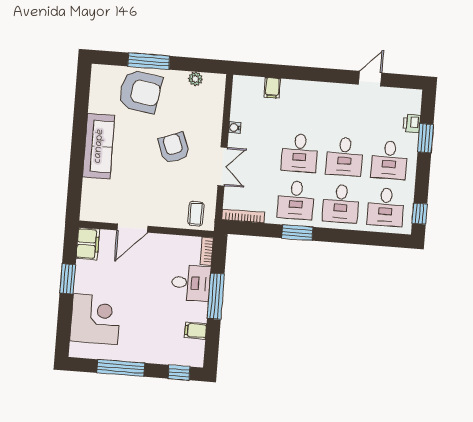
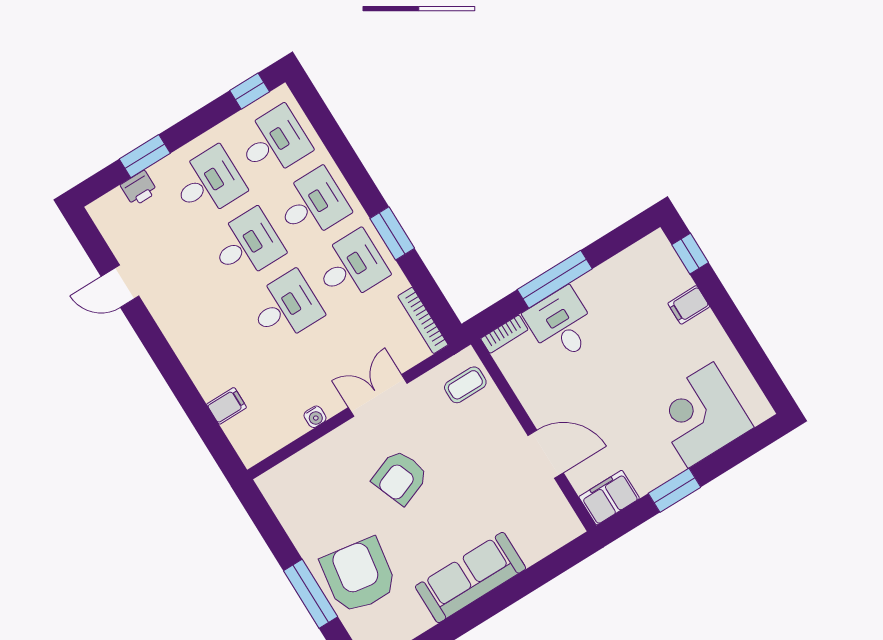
plant: (195, 79) -> (289, 516), removed
filing cabinet: (196, 331) -> (689, 305), moved, turned 90
window: (121, 368) -> (740, 335), removed

